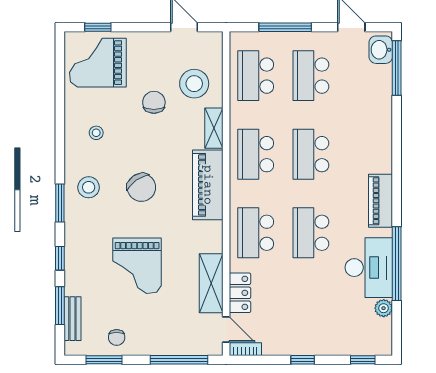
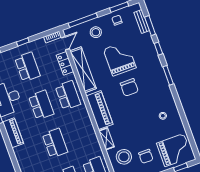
chair: (154, 102) -> (146, 156), moved
school desk: (256, 154) -> (27, 67), moved
stool: (89, 187) -> (96, 32), moved
chair: (141, 187) -> (129, 87), moved, turned -145
shelving: (211, 283) -> (83, 70), width x1.47
door: (226, 330) -> (65, 43), swing flipped

